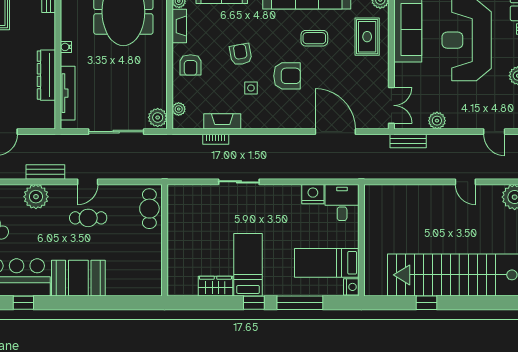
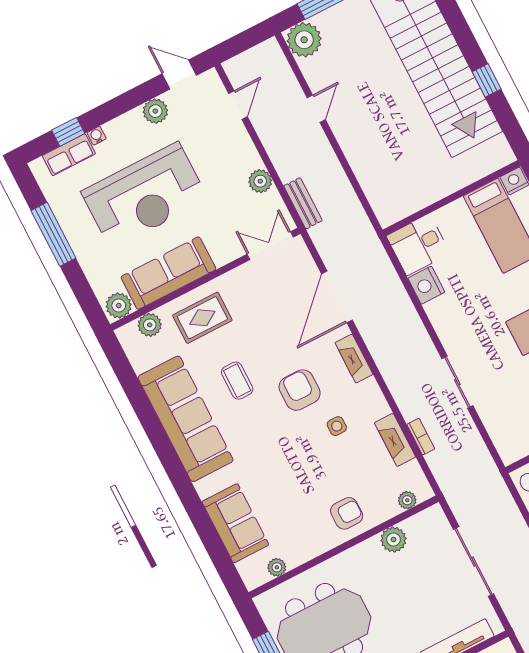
fireplace: (179, 26) -> (354, 359), moved, turned -90
armchair: (241, 54) -> (303, 459), removed
plant: (158, 117) -> (393, 539), moved

